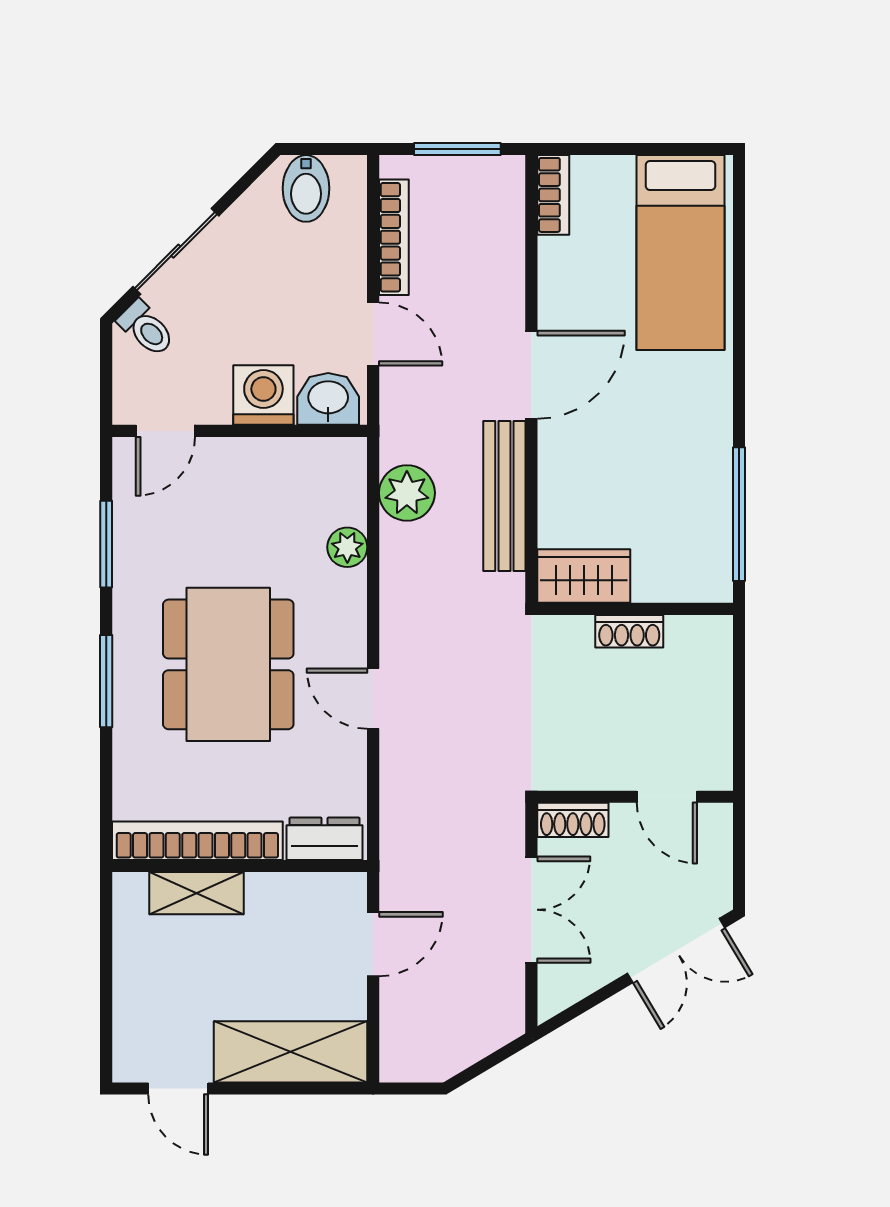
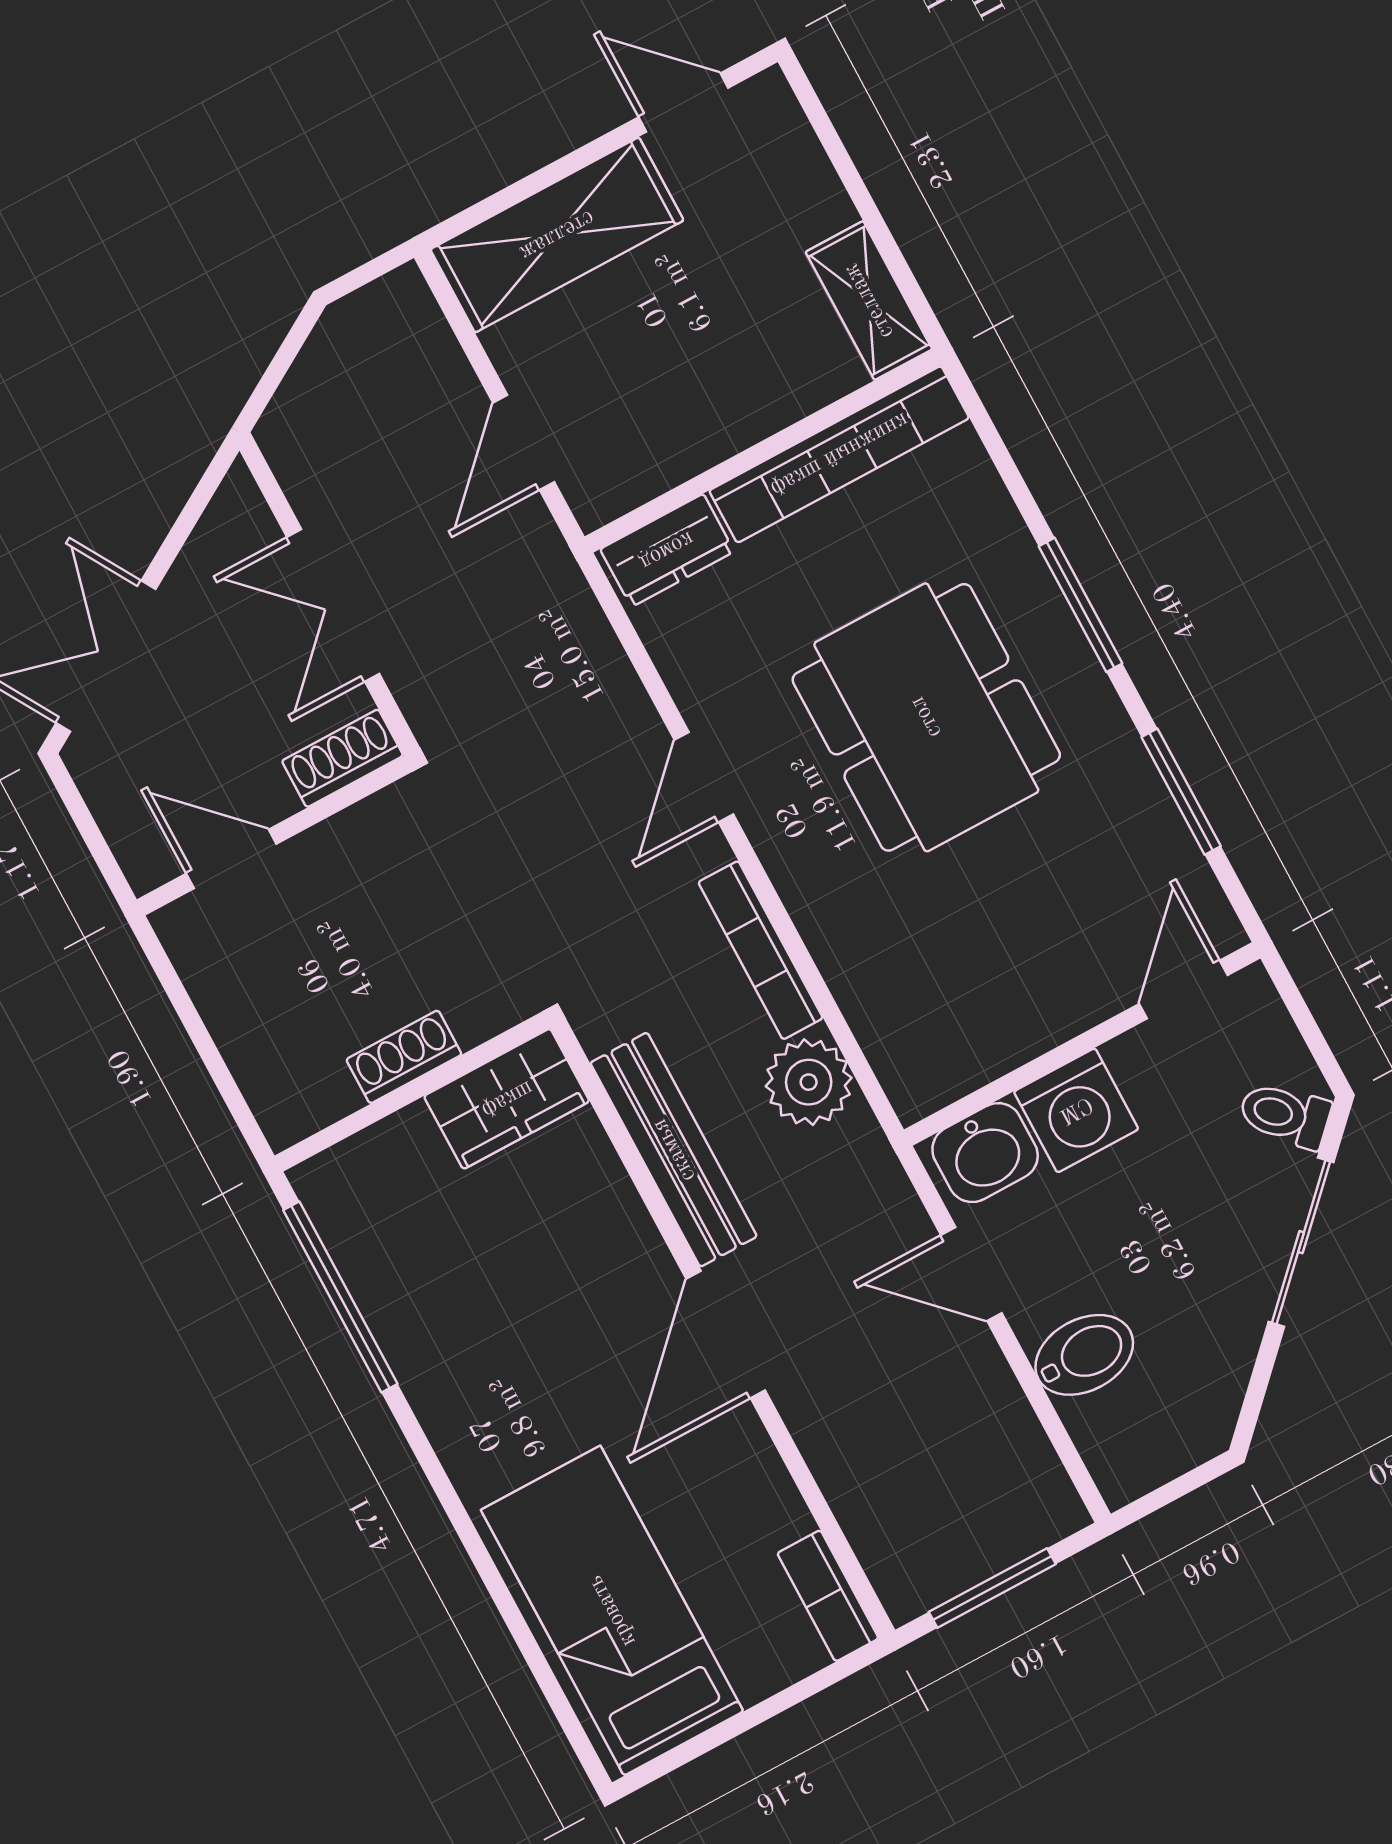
bidet: (306, 188) -> (1084, 1355), moved, turned 90
bookcase: (394, 237) -> (761, 950), moved
plant: (347, 547) -> (850, 964), removed
door: (373, 699) -> (704, 777), swing flipped
shelving: (197, 893) -> (869, 301), moved, turned 90

